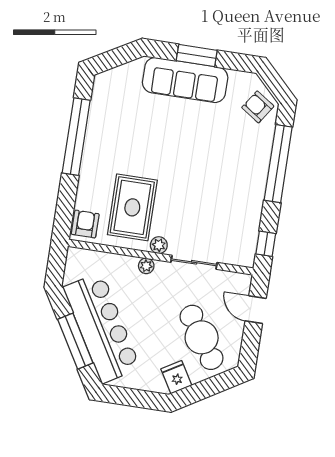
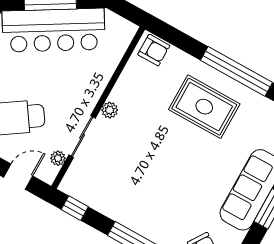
rug: (132, 207) -> (204, 107), moved
plant: (146, 266) -> (58, 158), moved

